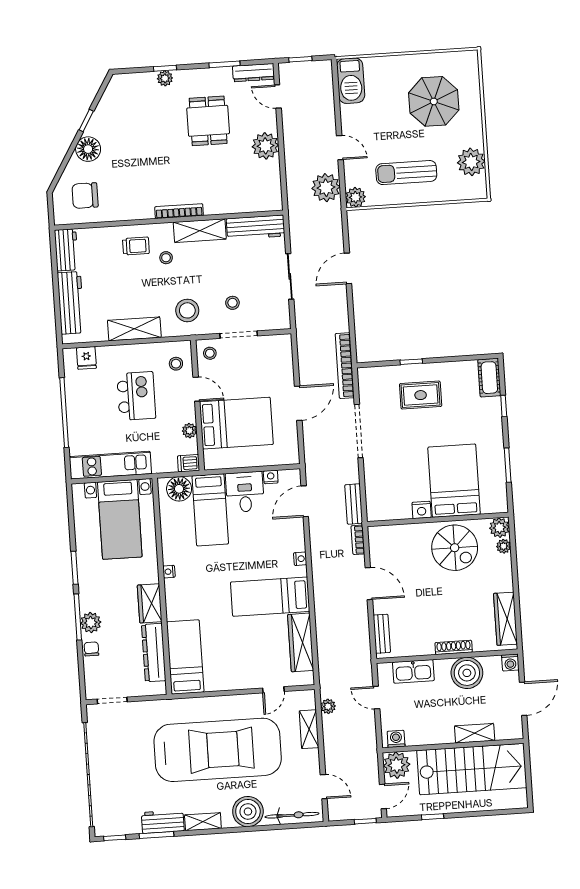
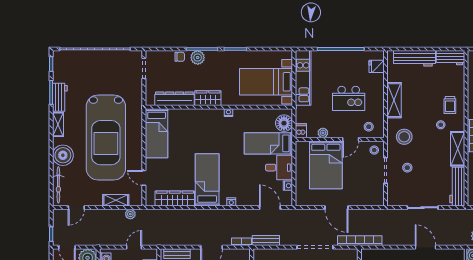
bed: (185, 657) -> (157, 133), moved, turned 90

